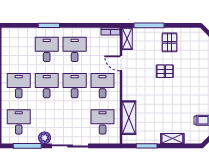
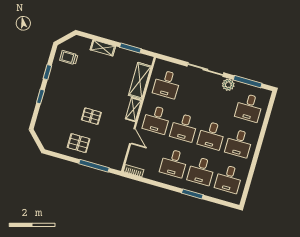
shelving: (127, 39) -> (133, 110), moved
pallet: (170, 42) -> (79, 143), turned 90
desk: (19, 49) -> (229, 179), added

